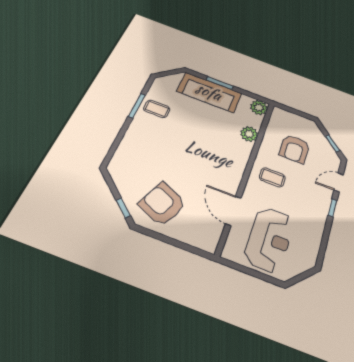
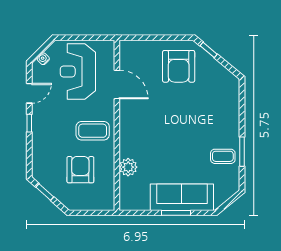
plant: (259, 108) -> (128, 201), removed
coffee table: (272, 177) -> (93, 131), width x1.36, depth x1.30
door: (339, 182) -> (29, 93), moved
armchair: (162, 204) -> (179, 66), turned 67
water cooler: (302, 267) -> (43, 59), added

